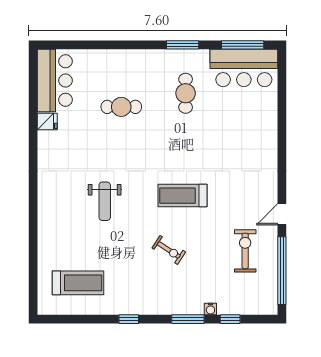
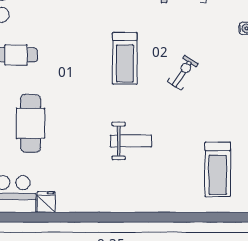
cafe table: (121, 107) -> (31, 123), width x1.37, depth x1.35
treadmill: (78, 283) -> (218, 169), turned 180

